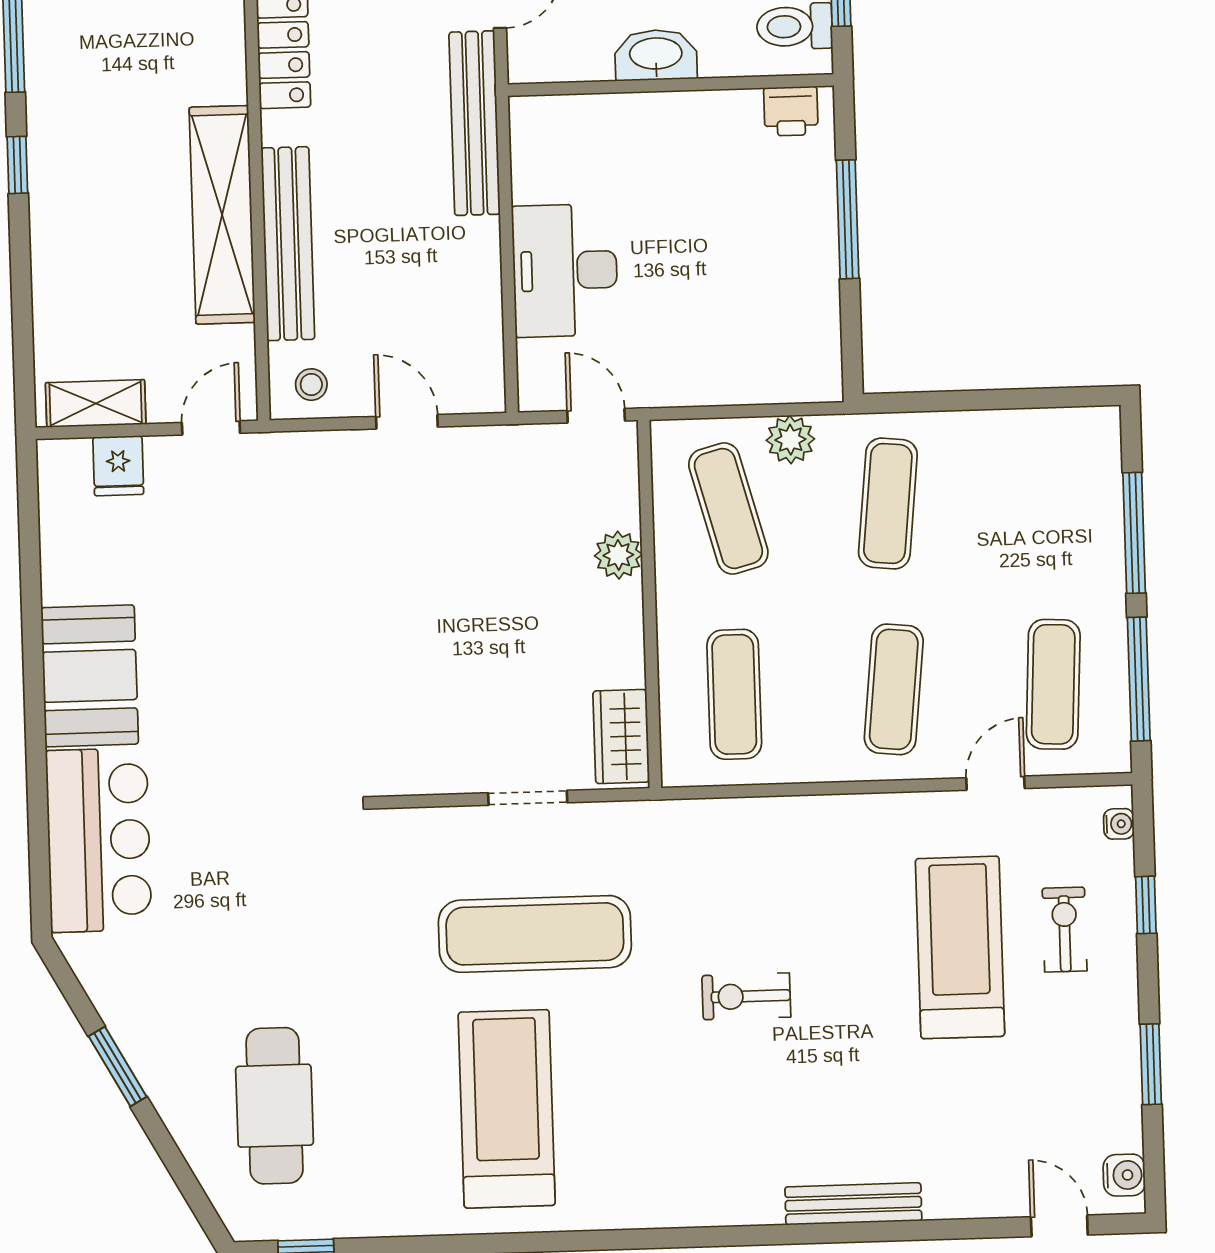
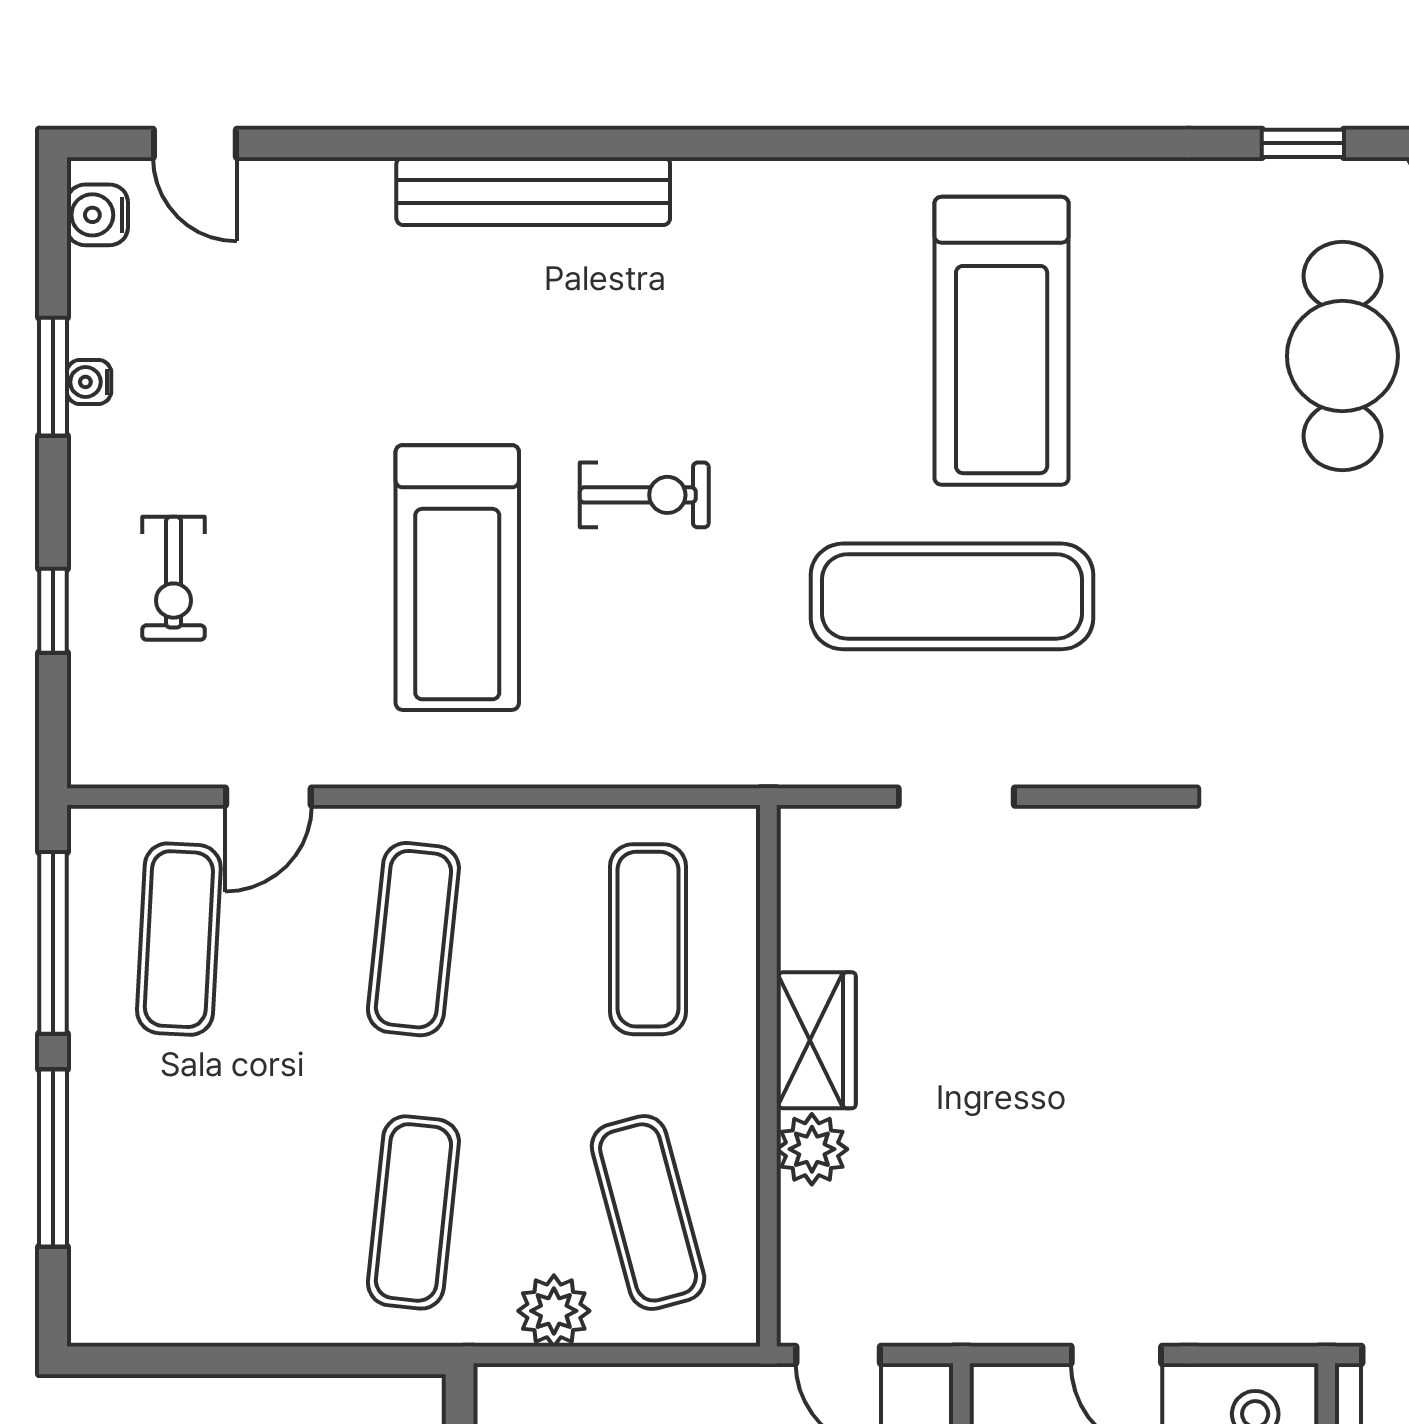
wardrobe: (621, 737) -> (816, 1040), moved
water cooler: (1119, 824) -> (89, 382), moved
treadmill: (960, 947) -> (457, 578), moved
bench: (853, 1204) -> (533, 191), width x1.37, depth x1.21

